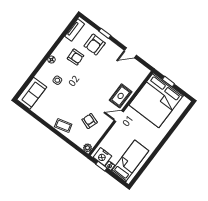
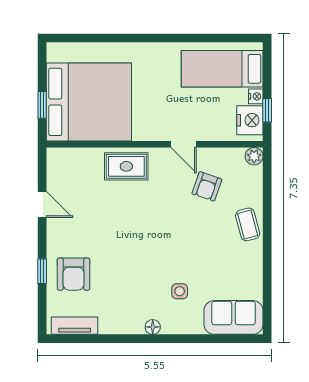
armchair: (95, 45) -> (73, 274), turned 90
armchair: (76, 57) -> (118, 290), removed
door: (119, 116) -> (184, 144), moved

